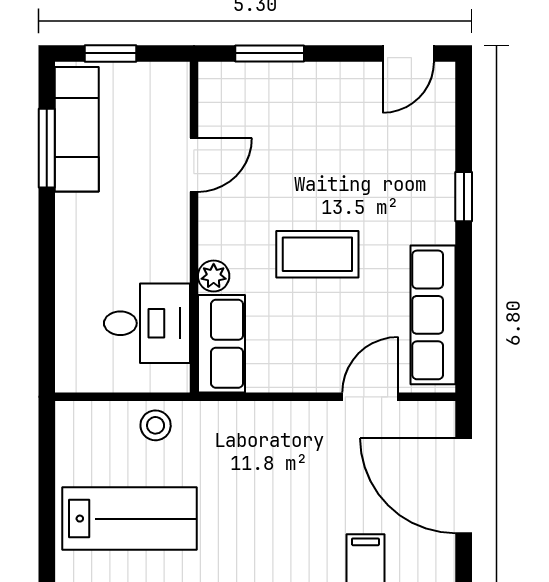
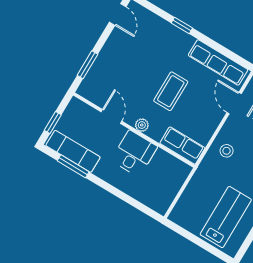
plant: (214, 276) -> (142, 125), moved
desk: (147, 323) -> (134, 153), moved
stool: (156, 425) -> (227, 151), moved

